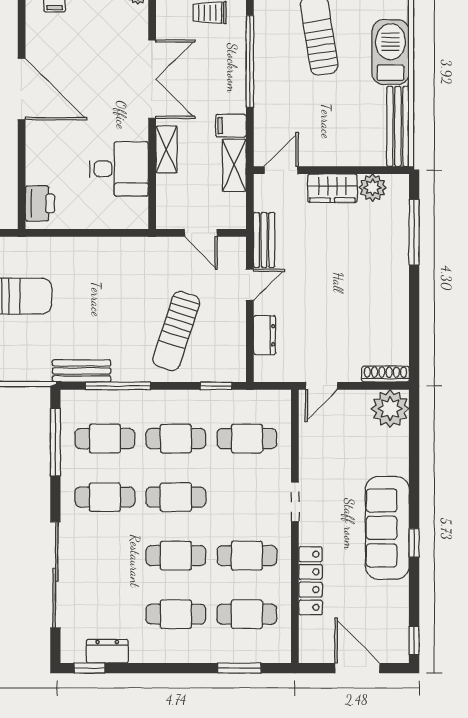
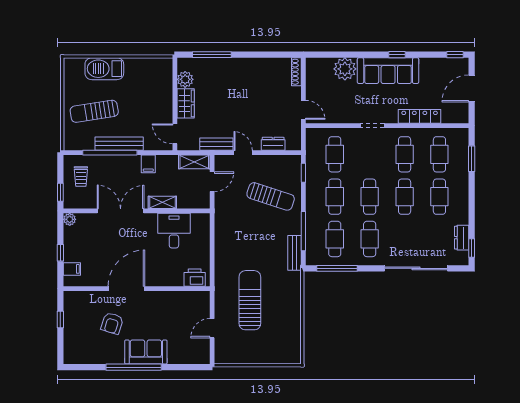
bench: (398, 126) -> (119, 144), moved
shelving: (234, 165) -> (194, 162), moved
plant: (390, 409) -> (345, 69), moved

